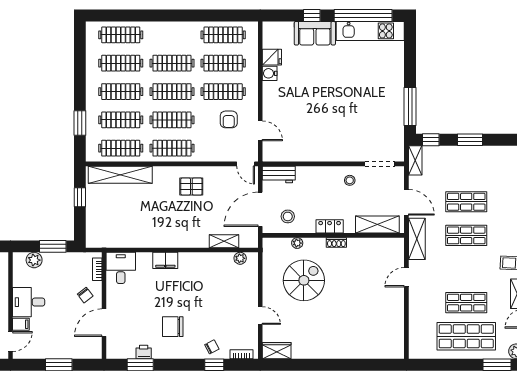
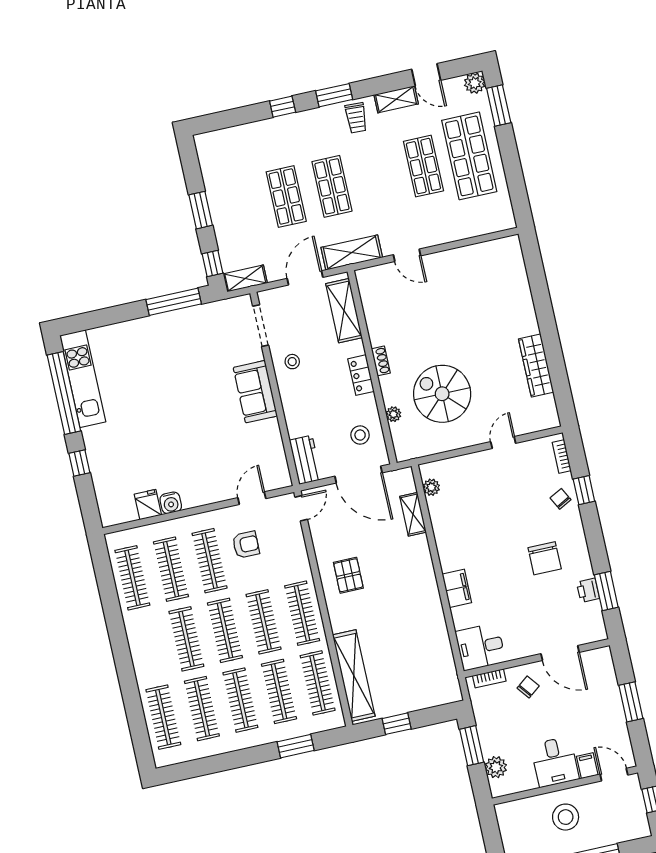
sofa: (315, 33) -> (255, 392), moved, turned 180
wardrobe: (277, 351) -> (536, 365), moved, width x1.50

